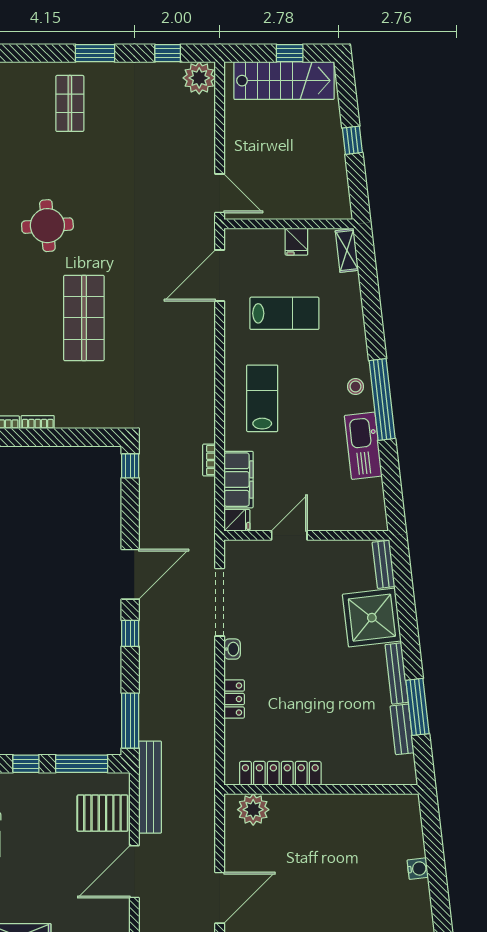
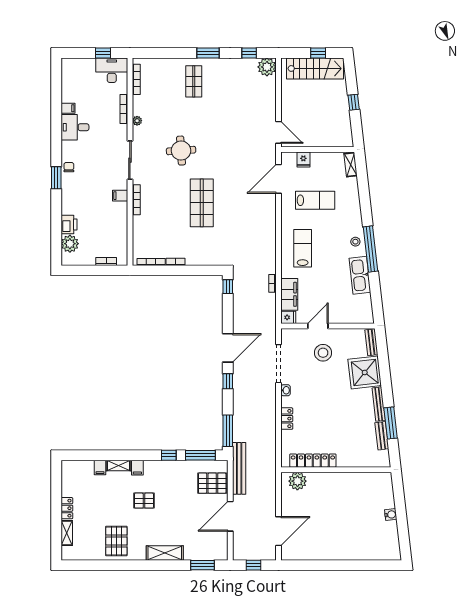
fridge: (296, 242) -> (303, 160), moved
stool: (298, 583) -> (323, 353), added

